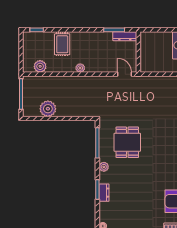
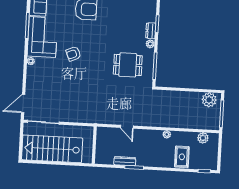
wall: (138, 52) -> (94, 145), moved
plant: (48, 109) -> (209, 100), moved
dining table: (127, 142) -> (128, 65), turned 90
dresser: (104, 193) -> (151, 31), moved

